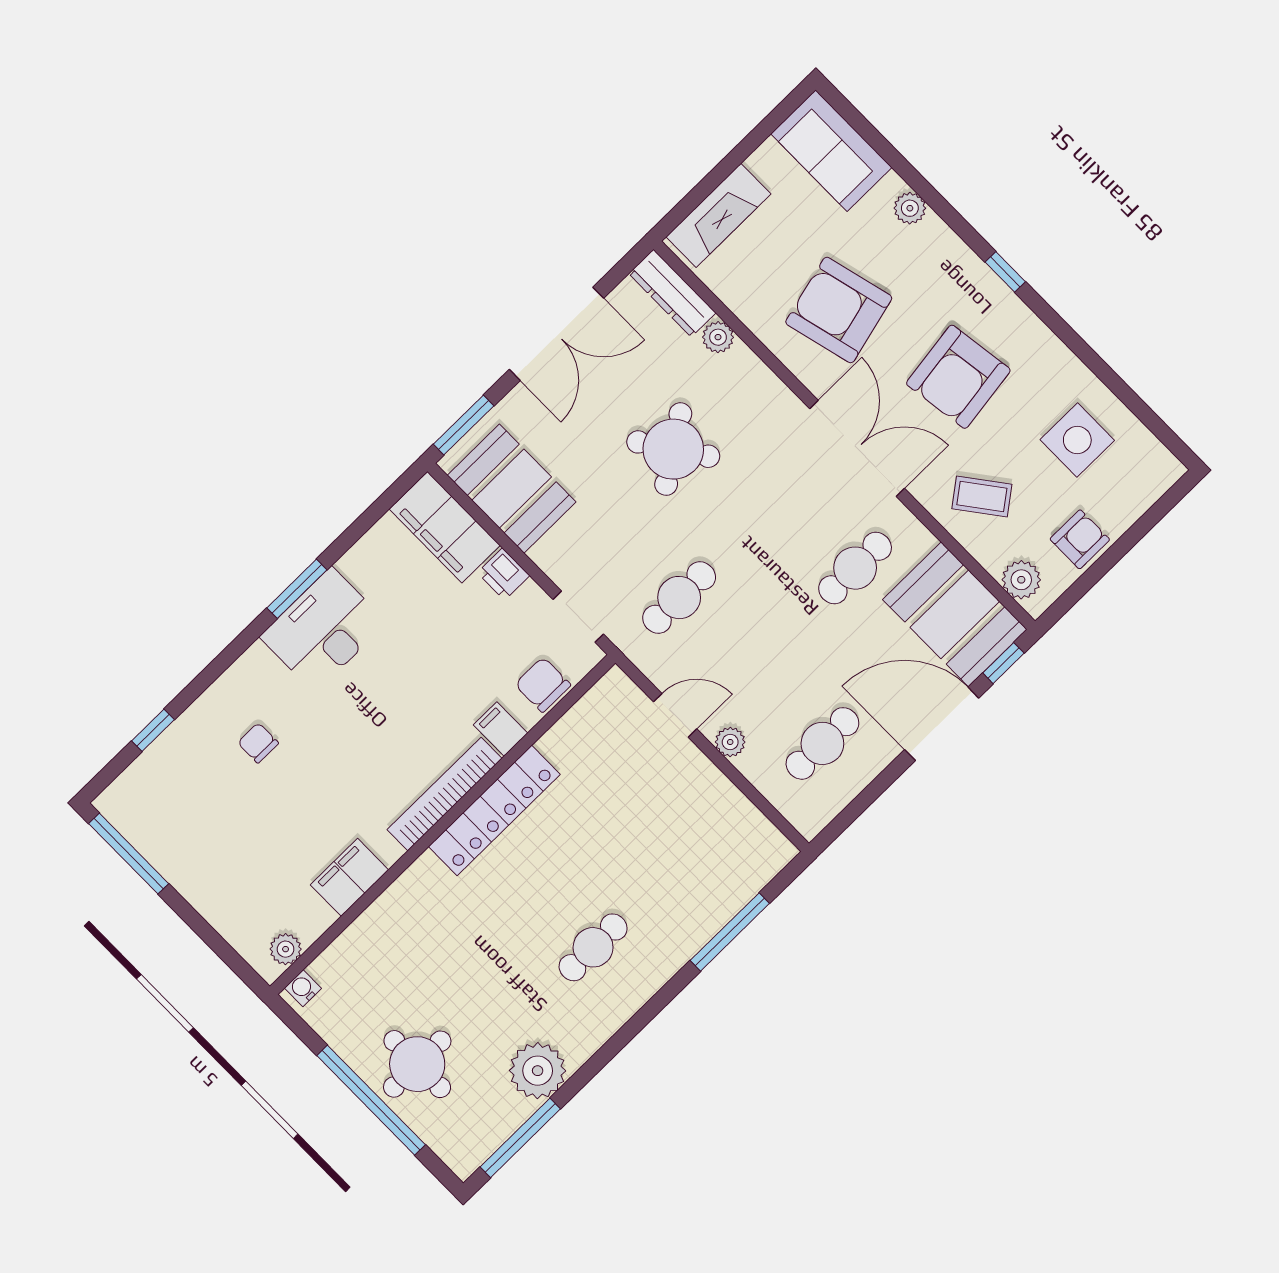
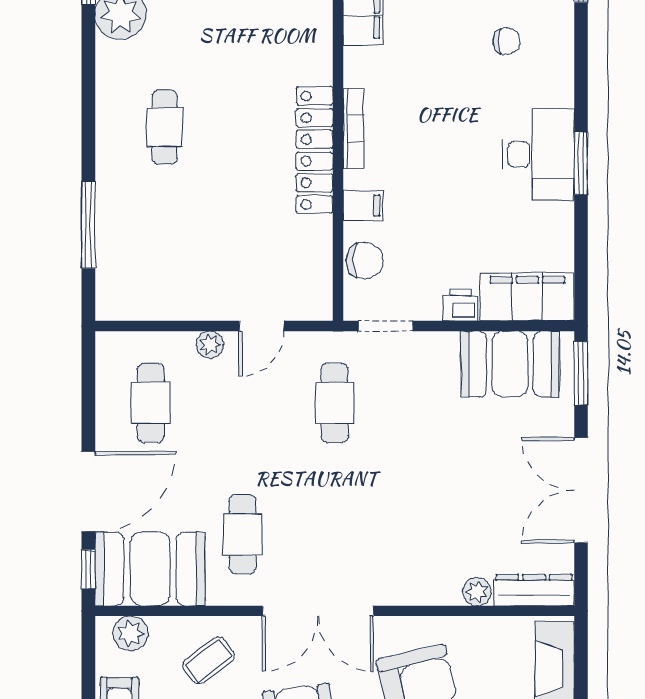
round table: (673, 449) -> (433, 493), removed
bookcase: (444, 794) -> (353, 129), width x0.68, depth x0.76

